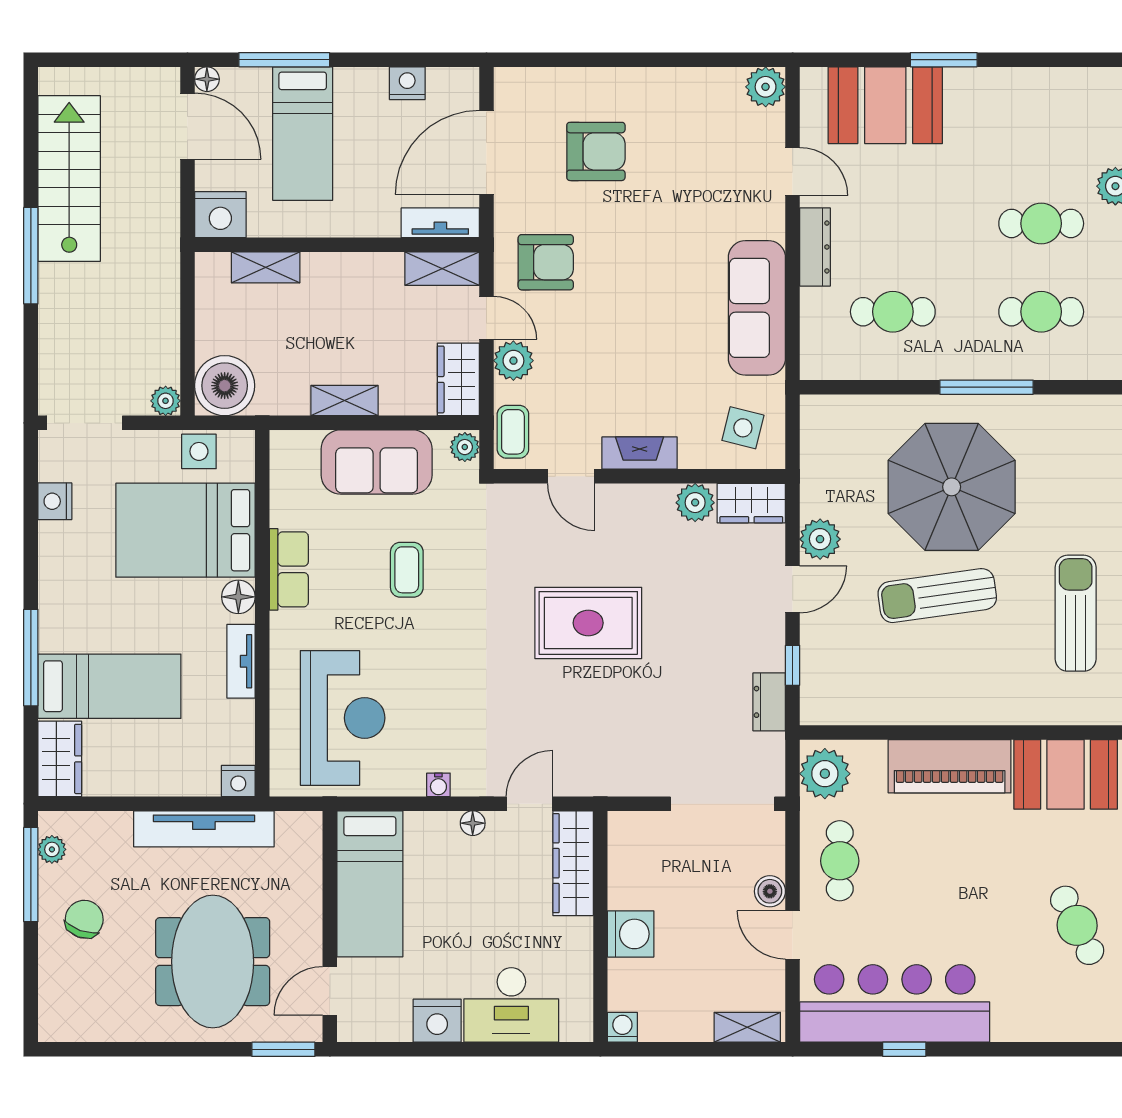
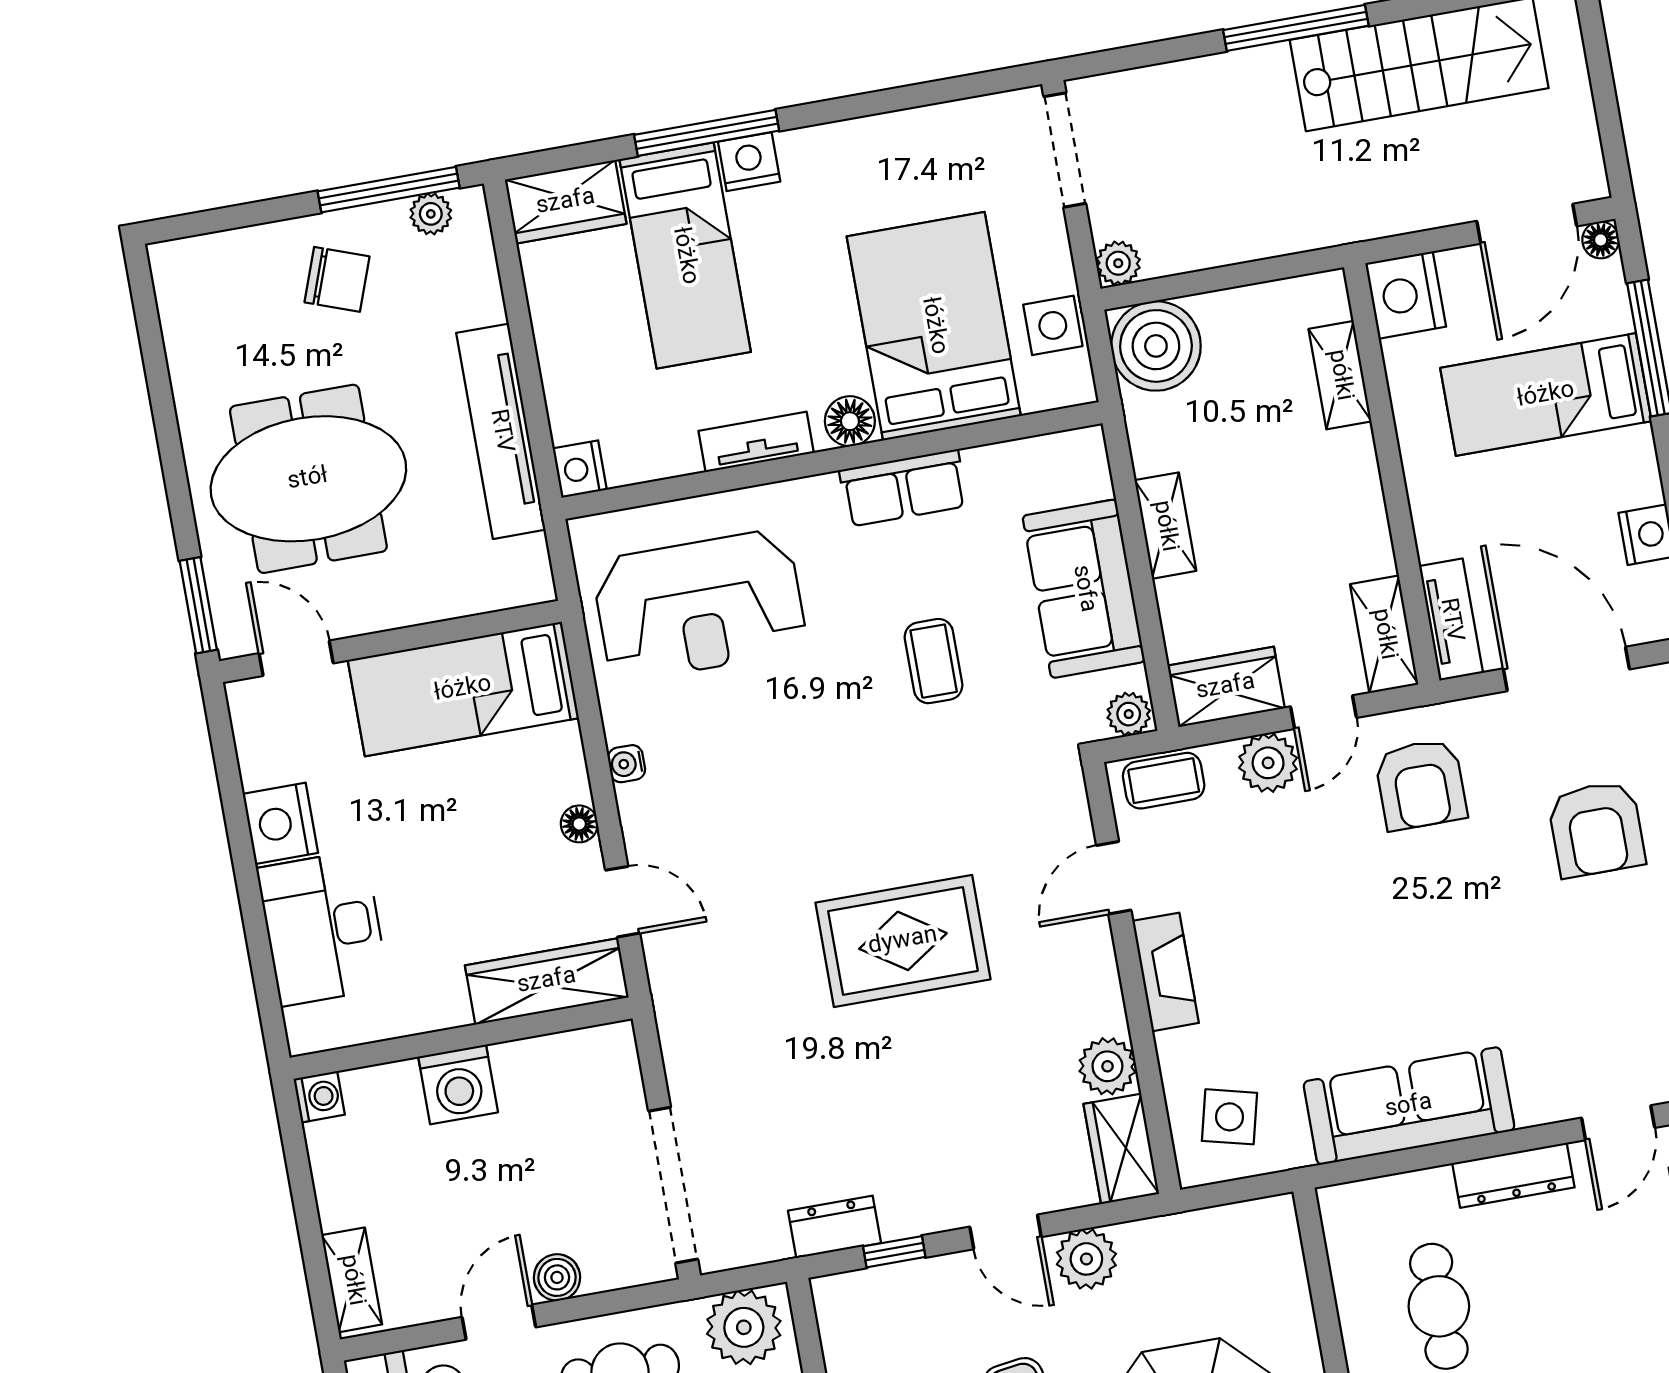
nightstand: (55, 501) -> (749, 162), moved
coffee table: (407, 570) -> (934, 661), turned 90
rug: (588, 623) -> (903, 941), turned 90

